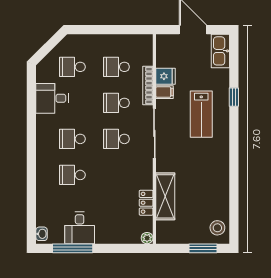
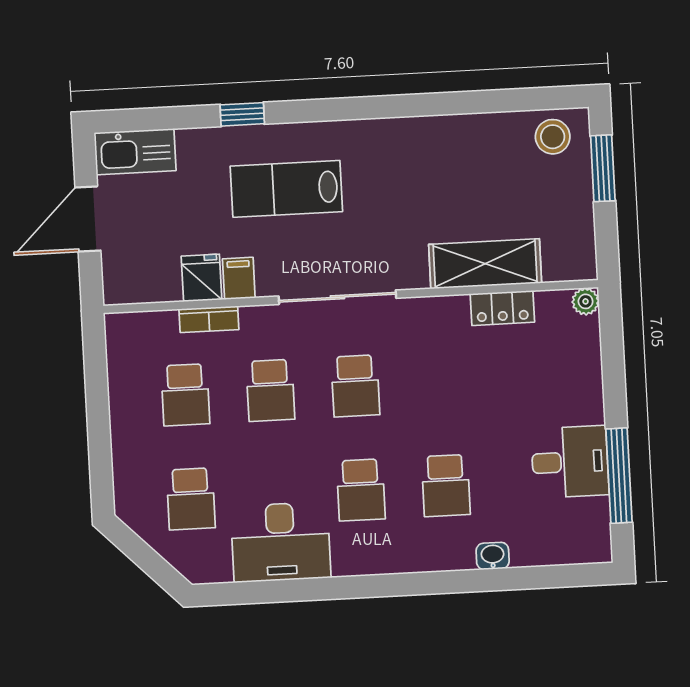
bookcase: (148, 85) -> (209, 319), width x0.64
desk: (52, 98) -> (281, 542), width x1.37
lab bench: (201, 114) -> (286, 189), turned 180
washbasin: (42, 234) -> (493, 556), moved

